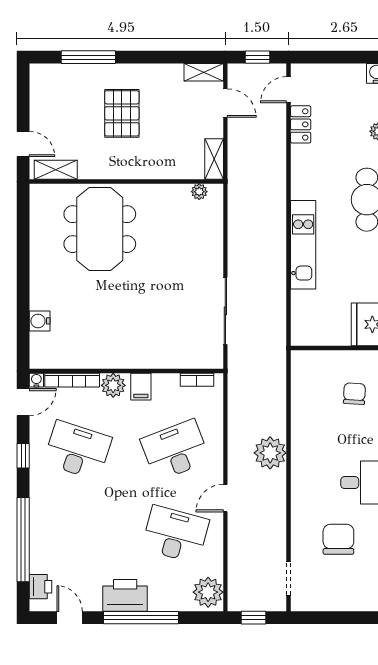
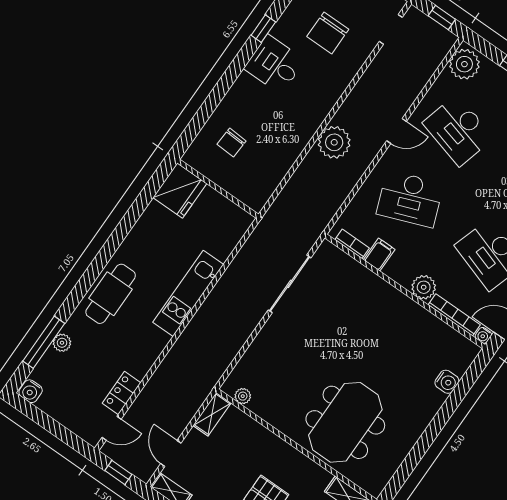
filing cabinet: (141, 387) -> (379, 254), moved

